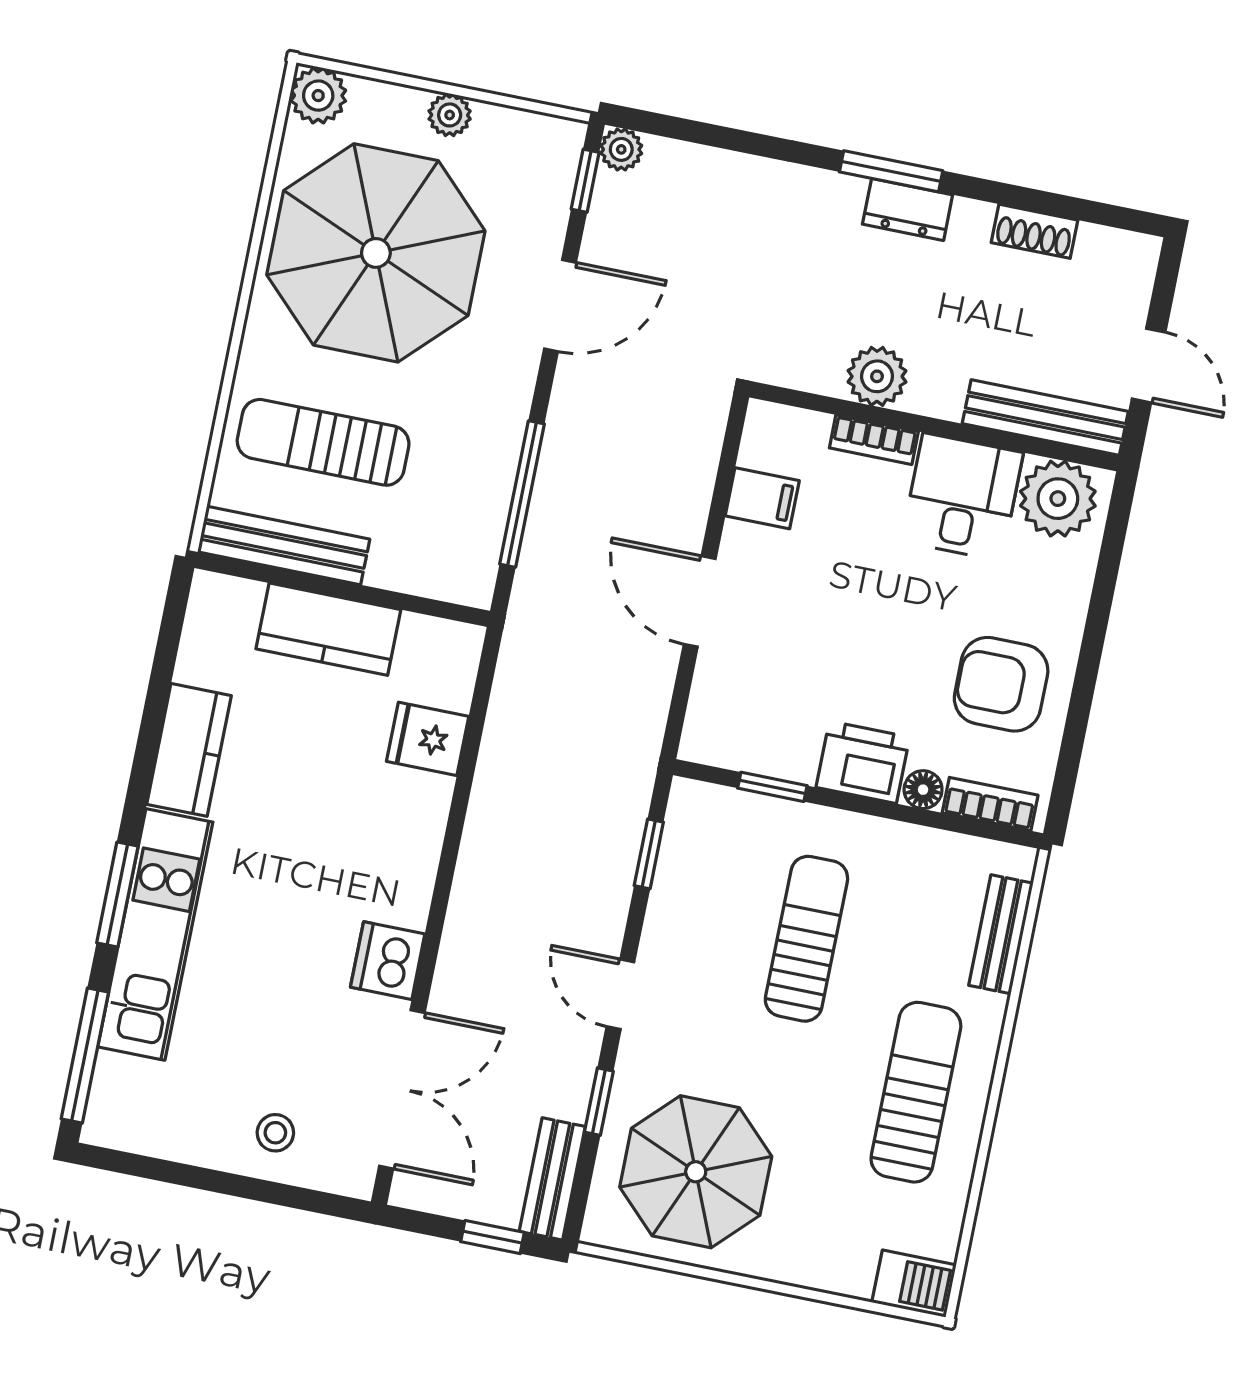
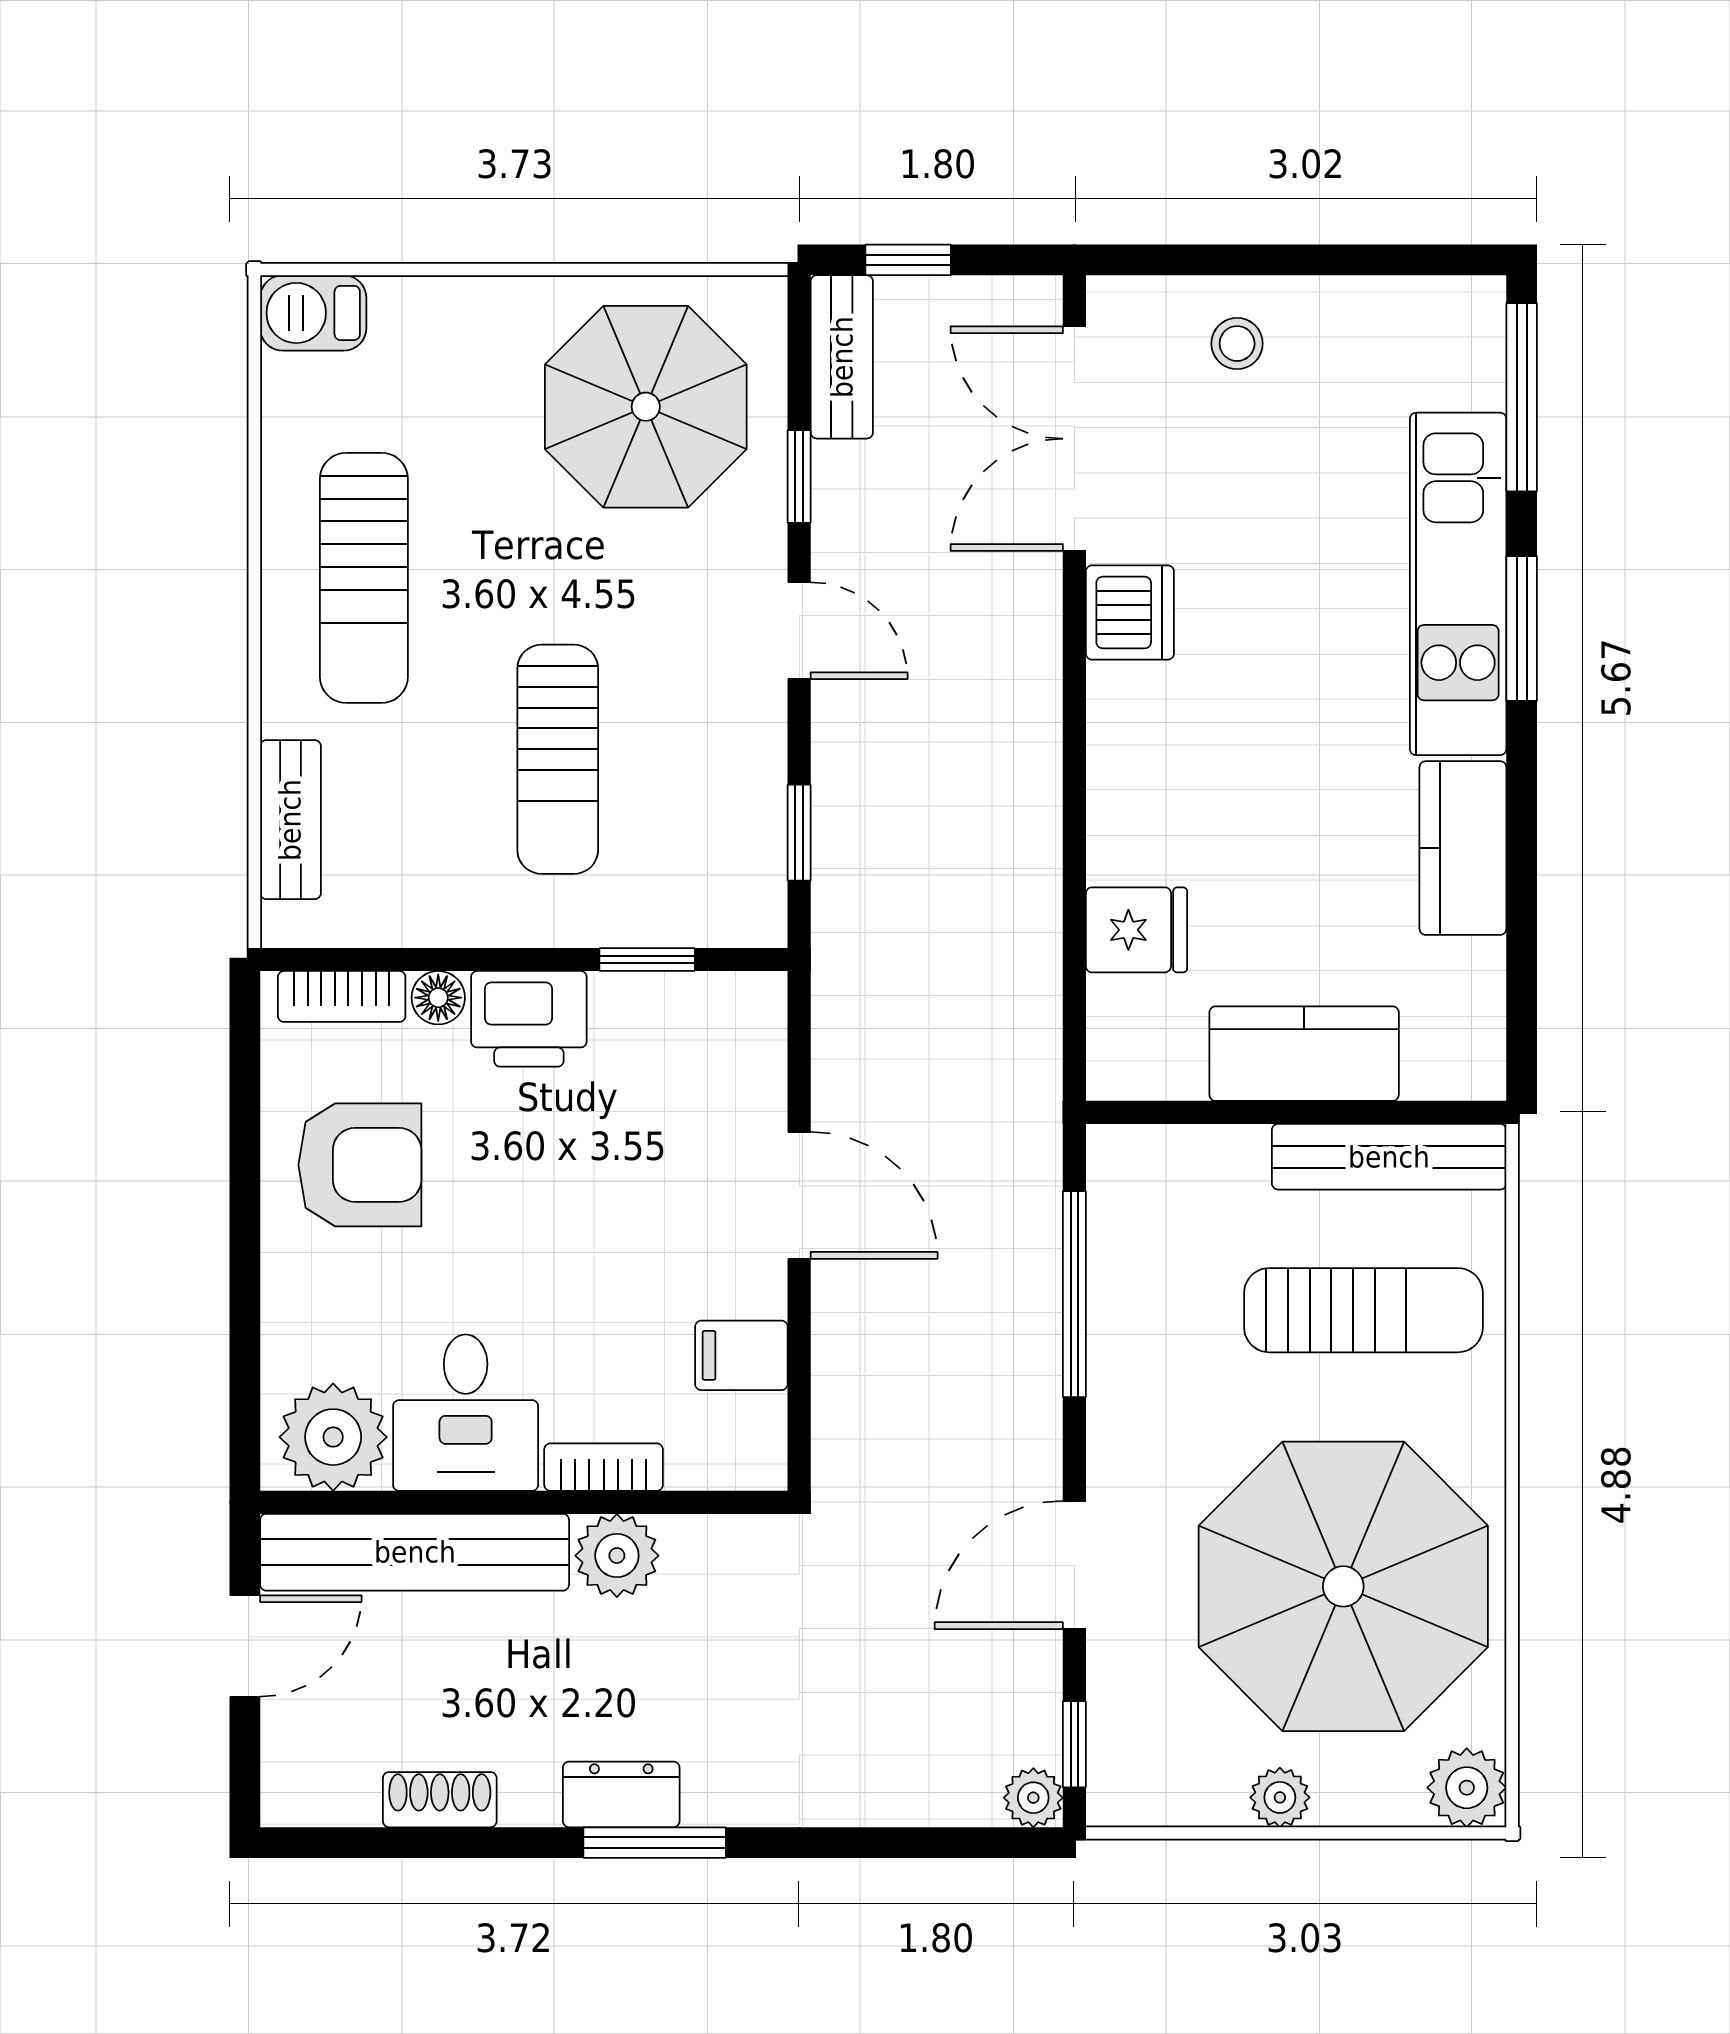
door: (1149, 366) -> (245, 1646), swing flipped
bench: (1045, 418) -> (415, 1552), width x1.37, depth x1.21

